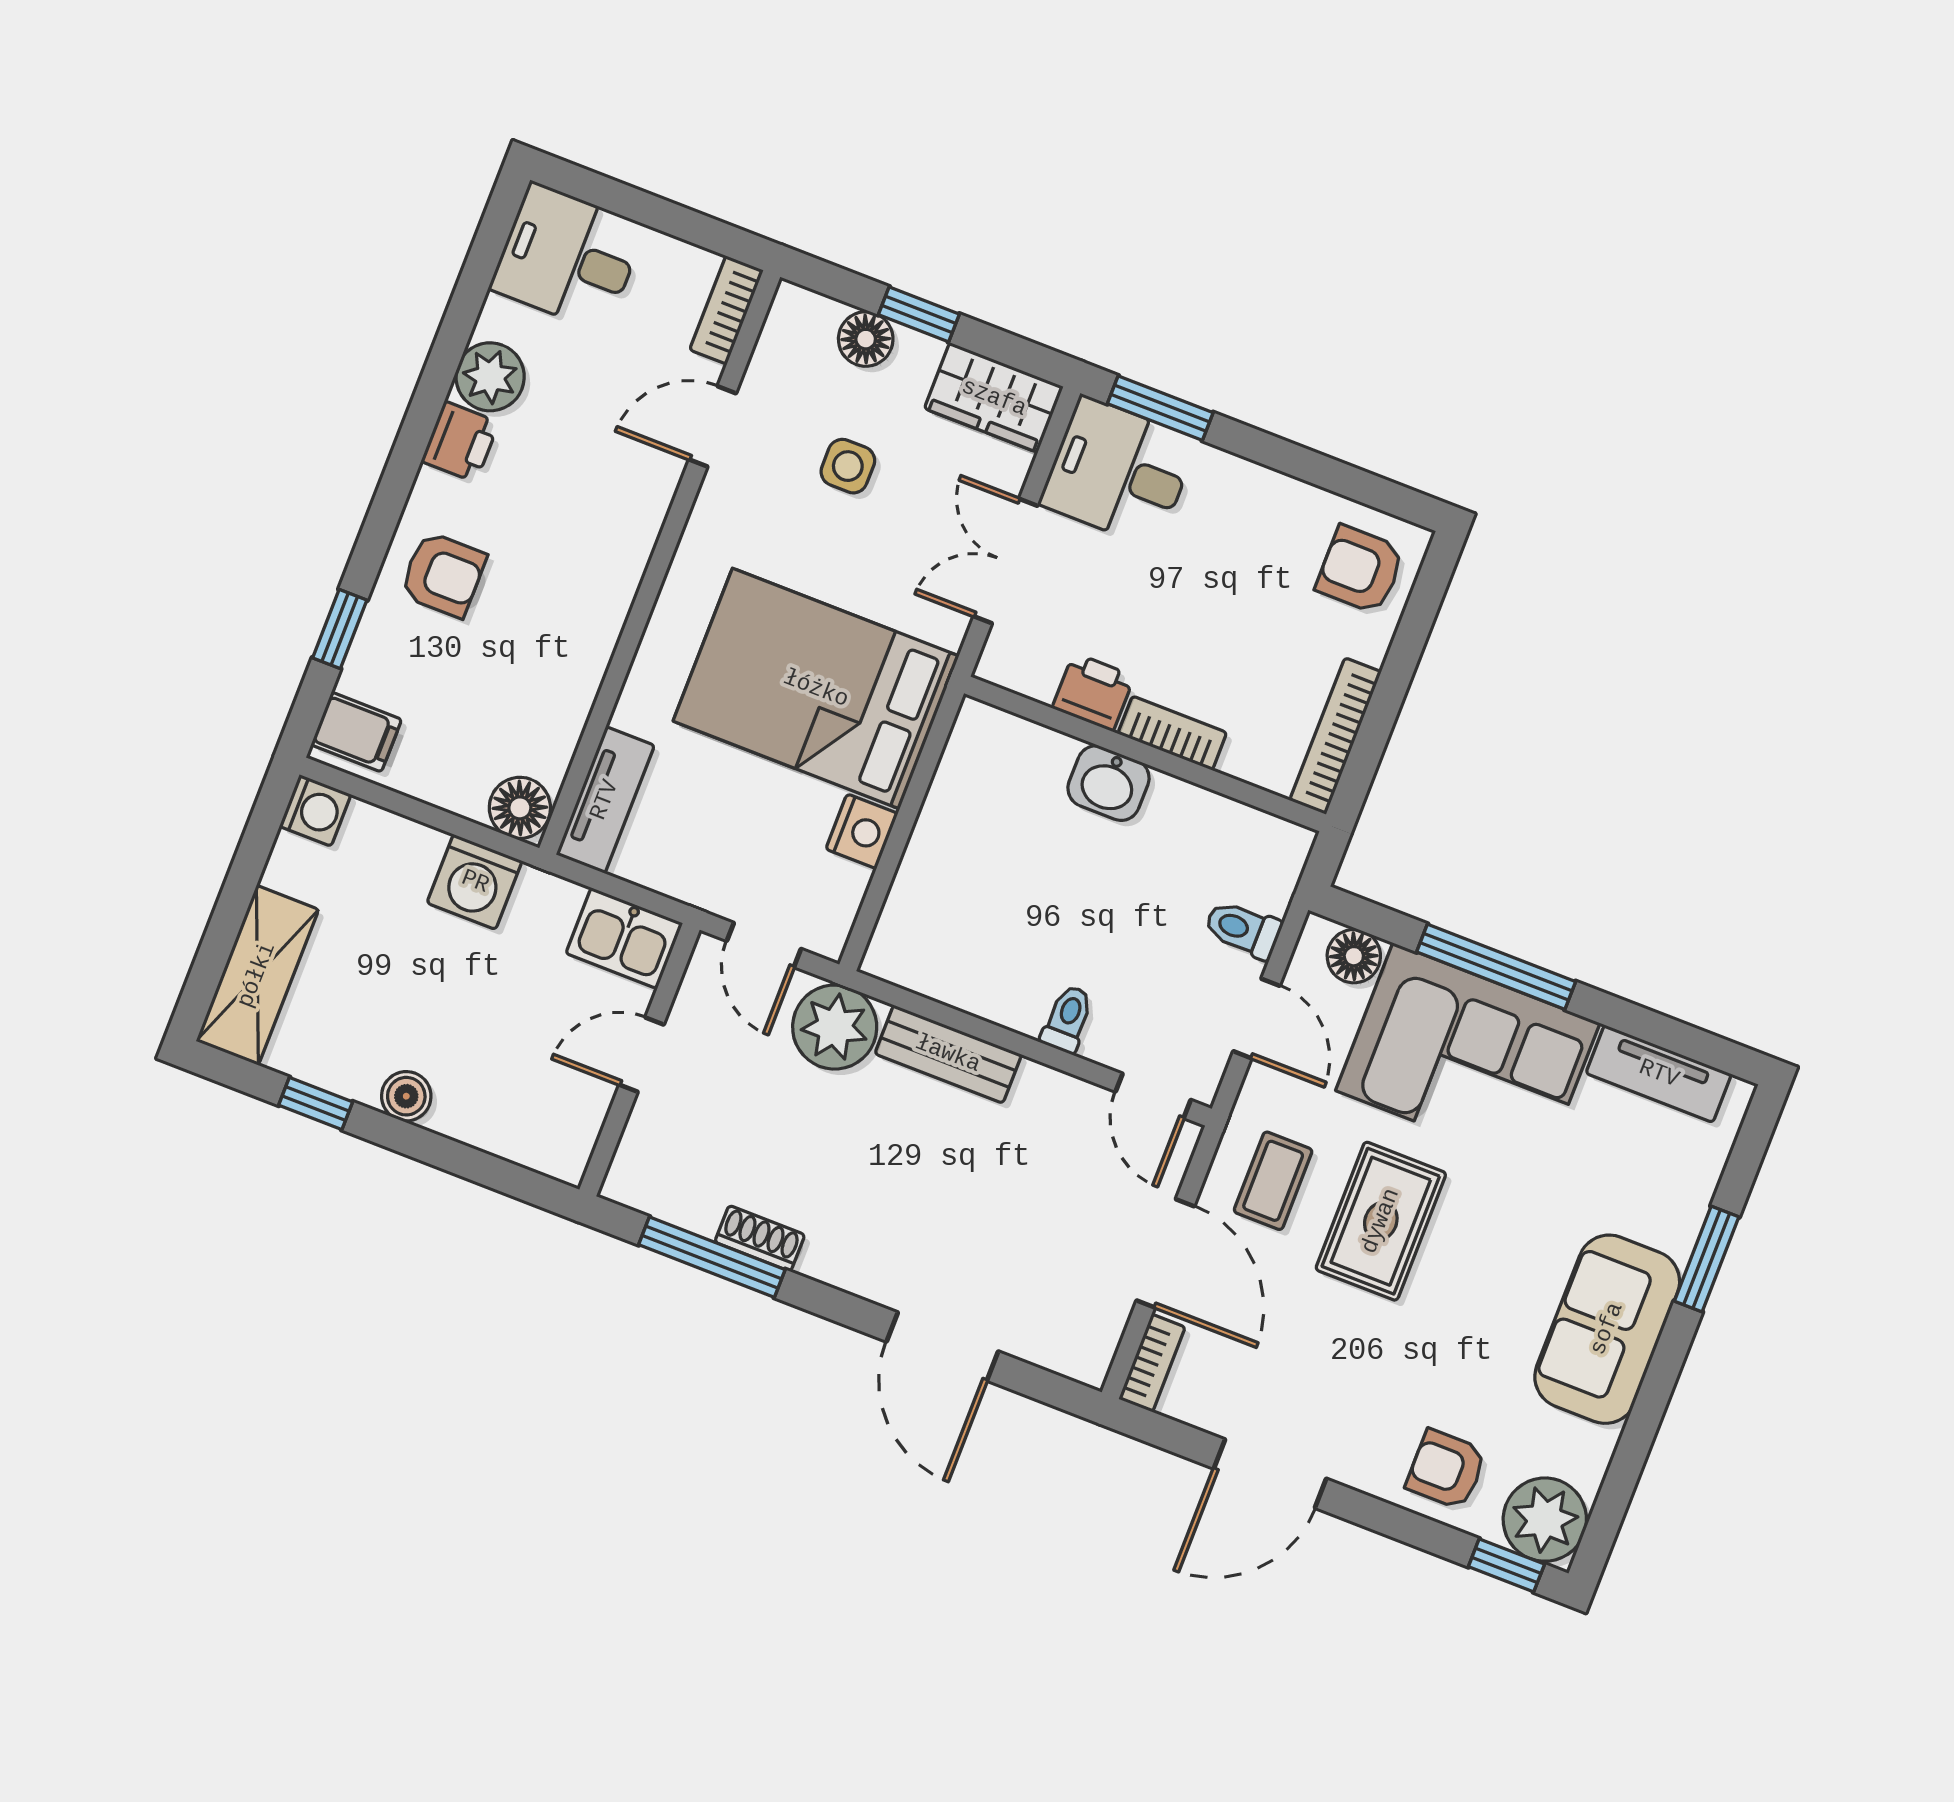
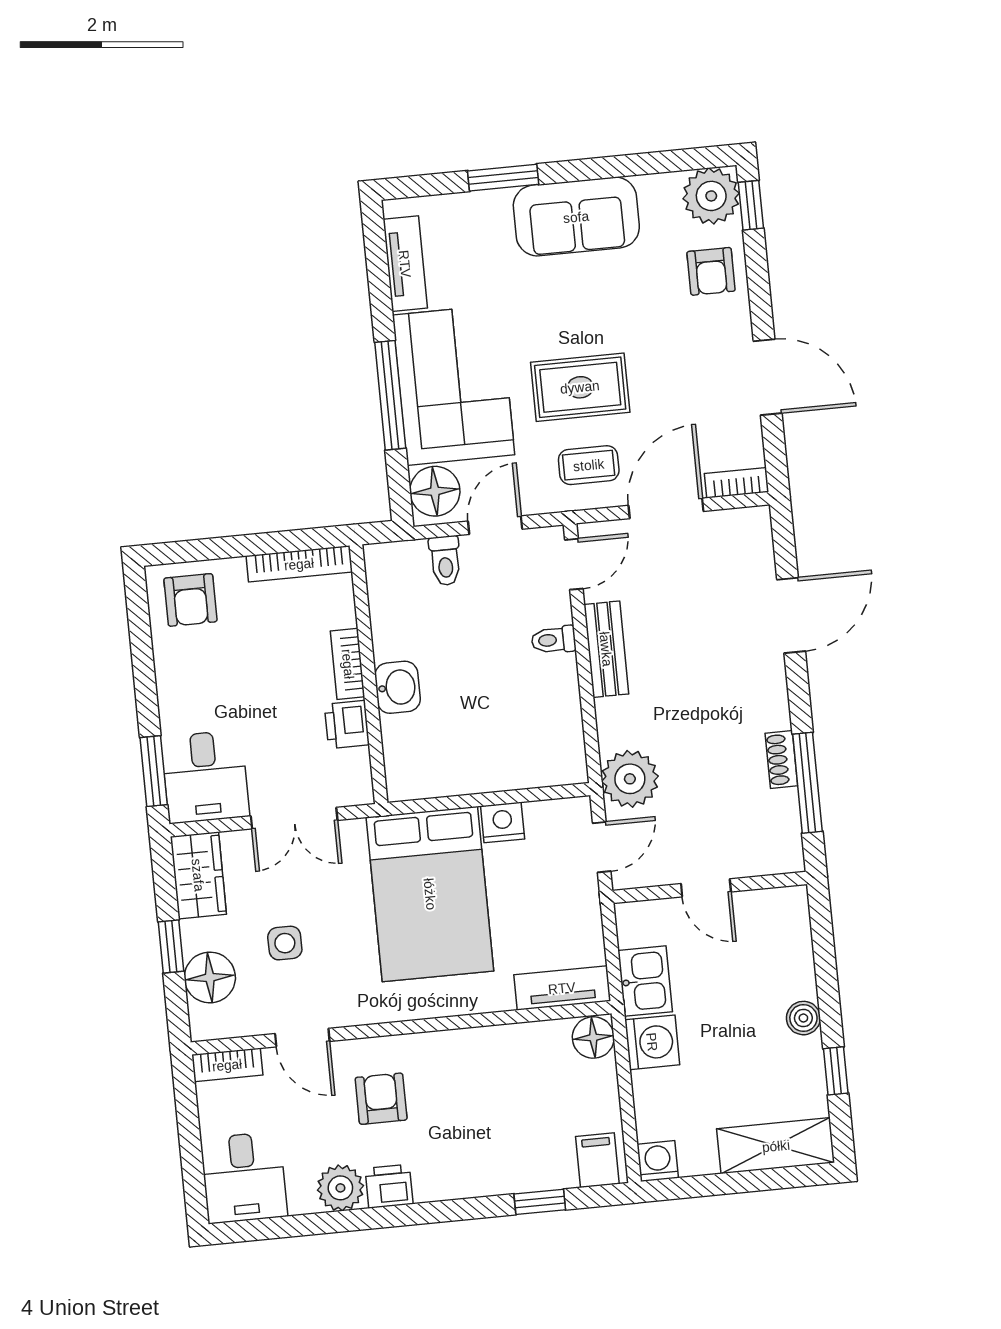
floor lamp: (866, 339) -> (210, 977), width x1.38, depth x1.38
armchair: (443, 575) -> (381, 1099), moved
kitchen sink: (624, 938) -> (645, 981), moved
floor lamp: (1354, 956) -> (435, 491), width x1.38, depth x1.38
bench: (948, 1054) -> (606, 649), moved

